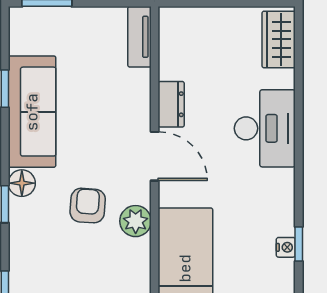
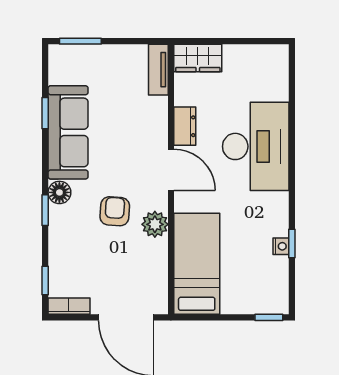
wardrobe: (279, 39) -> (198, 58), moved, turned -90
desk: (265, 128) -> (256, 146), width x1.36, depth x1.30

